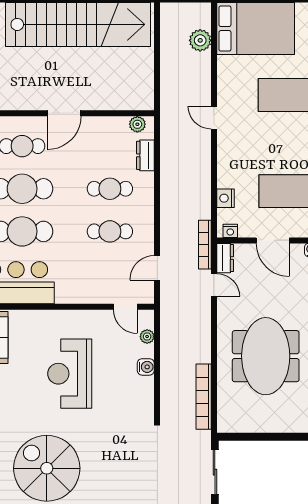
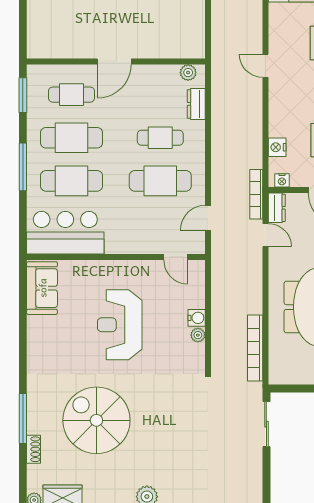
cafe table: (110, 231) -> (160, 181), width x1.37, depth x1.35
plant: (147, 337) -> (198, 335), moved

